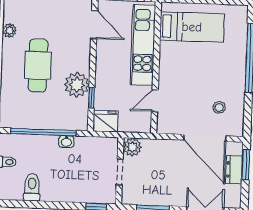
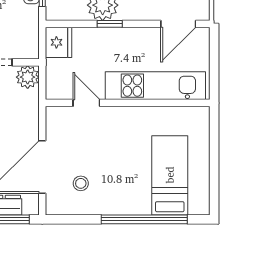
bed: (192, 27) -> (170, 175), moved, turned 180
window: (92, 98) -> (110, 24), moved

